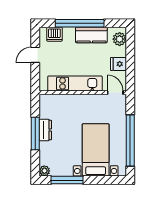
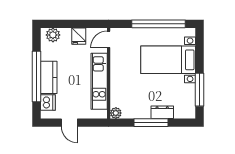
kitchen counter: (91, 35) -> (49, 77), moved
dresser: (45, 130) -> (162, 112), moved
plant: (44, 171) -> (116, 113), moved

